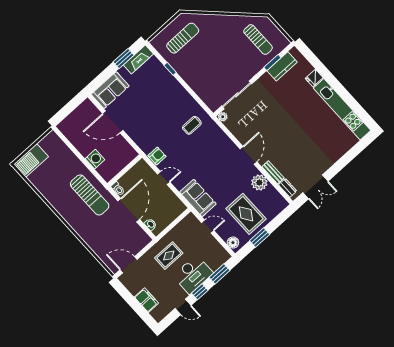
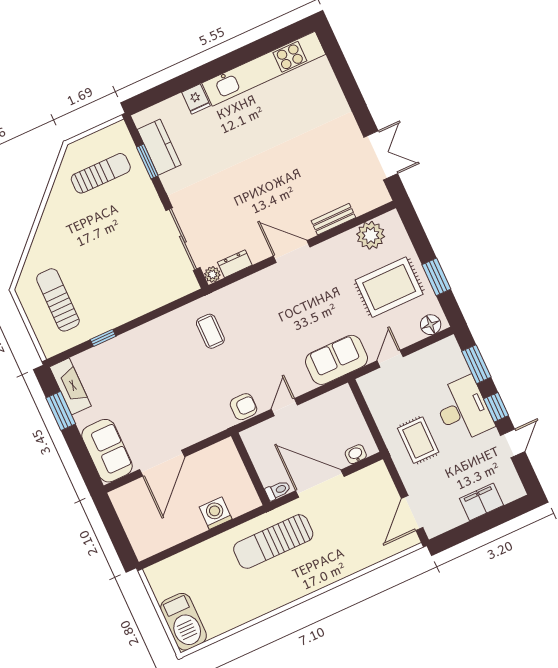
armchair: (157, 156) -> (243, 407), turned 90
plant: (259, 183) -> (371, 235), moved
dresser: (288, 188) -> (235, 264), moved
sun lounger: (90, 195) -> (273, 542), turned 180

